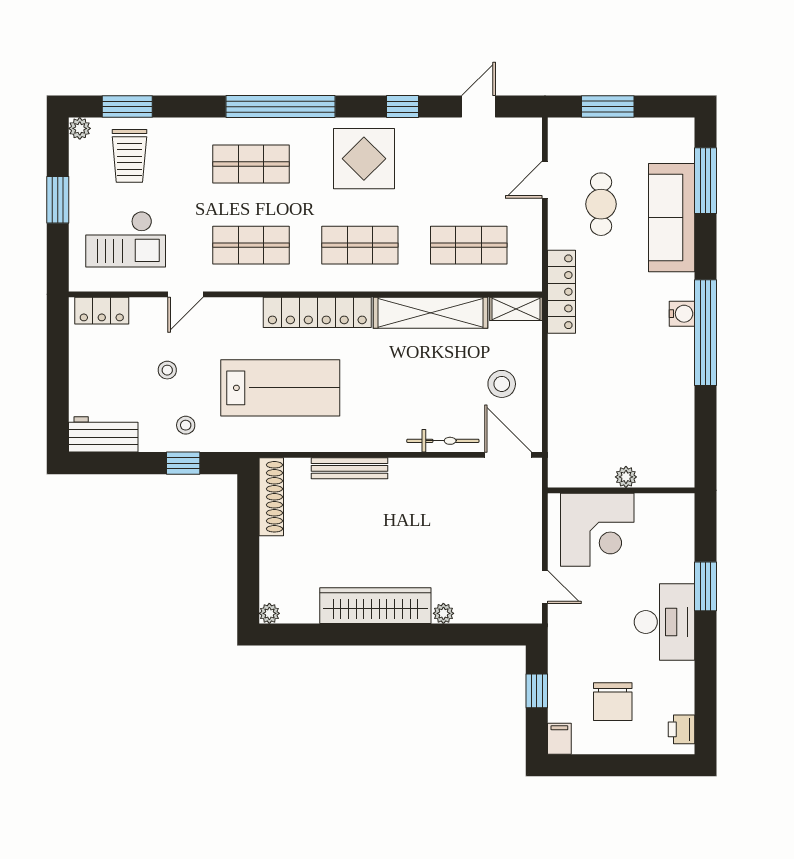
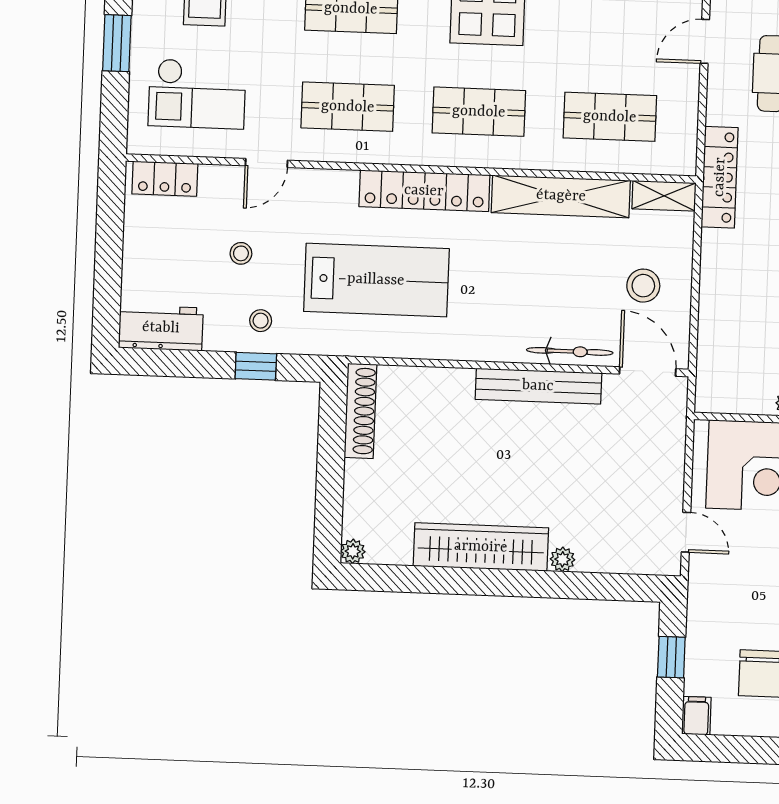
bench: (350, 468) -> (538, 386), moved, width x1.37, depth x1.21

